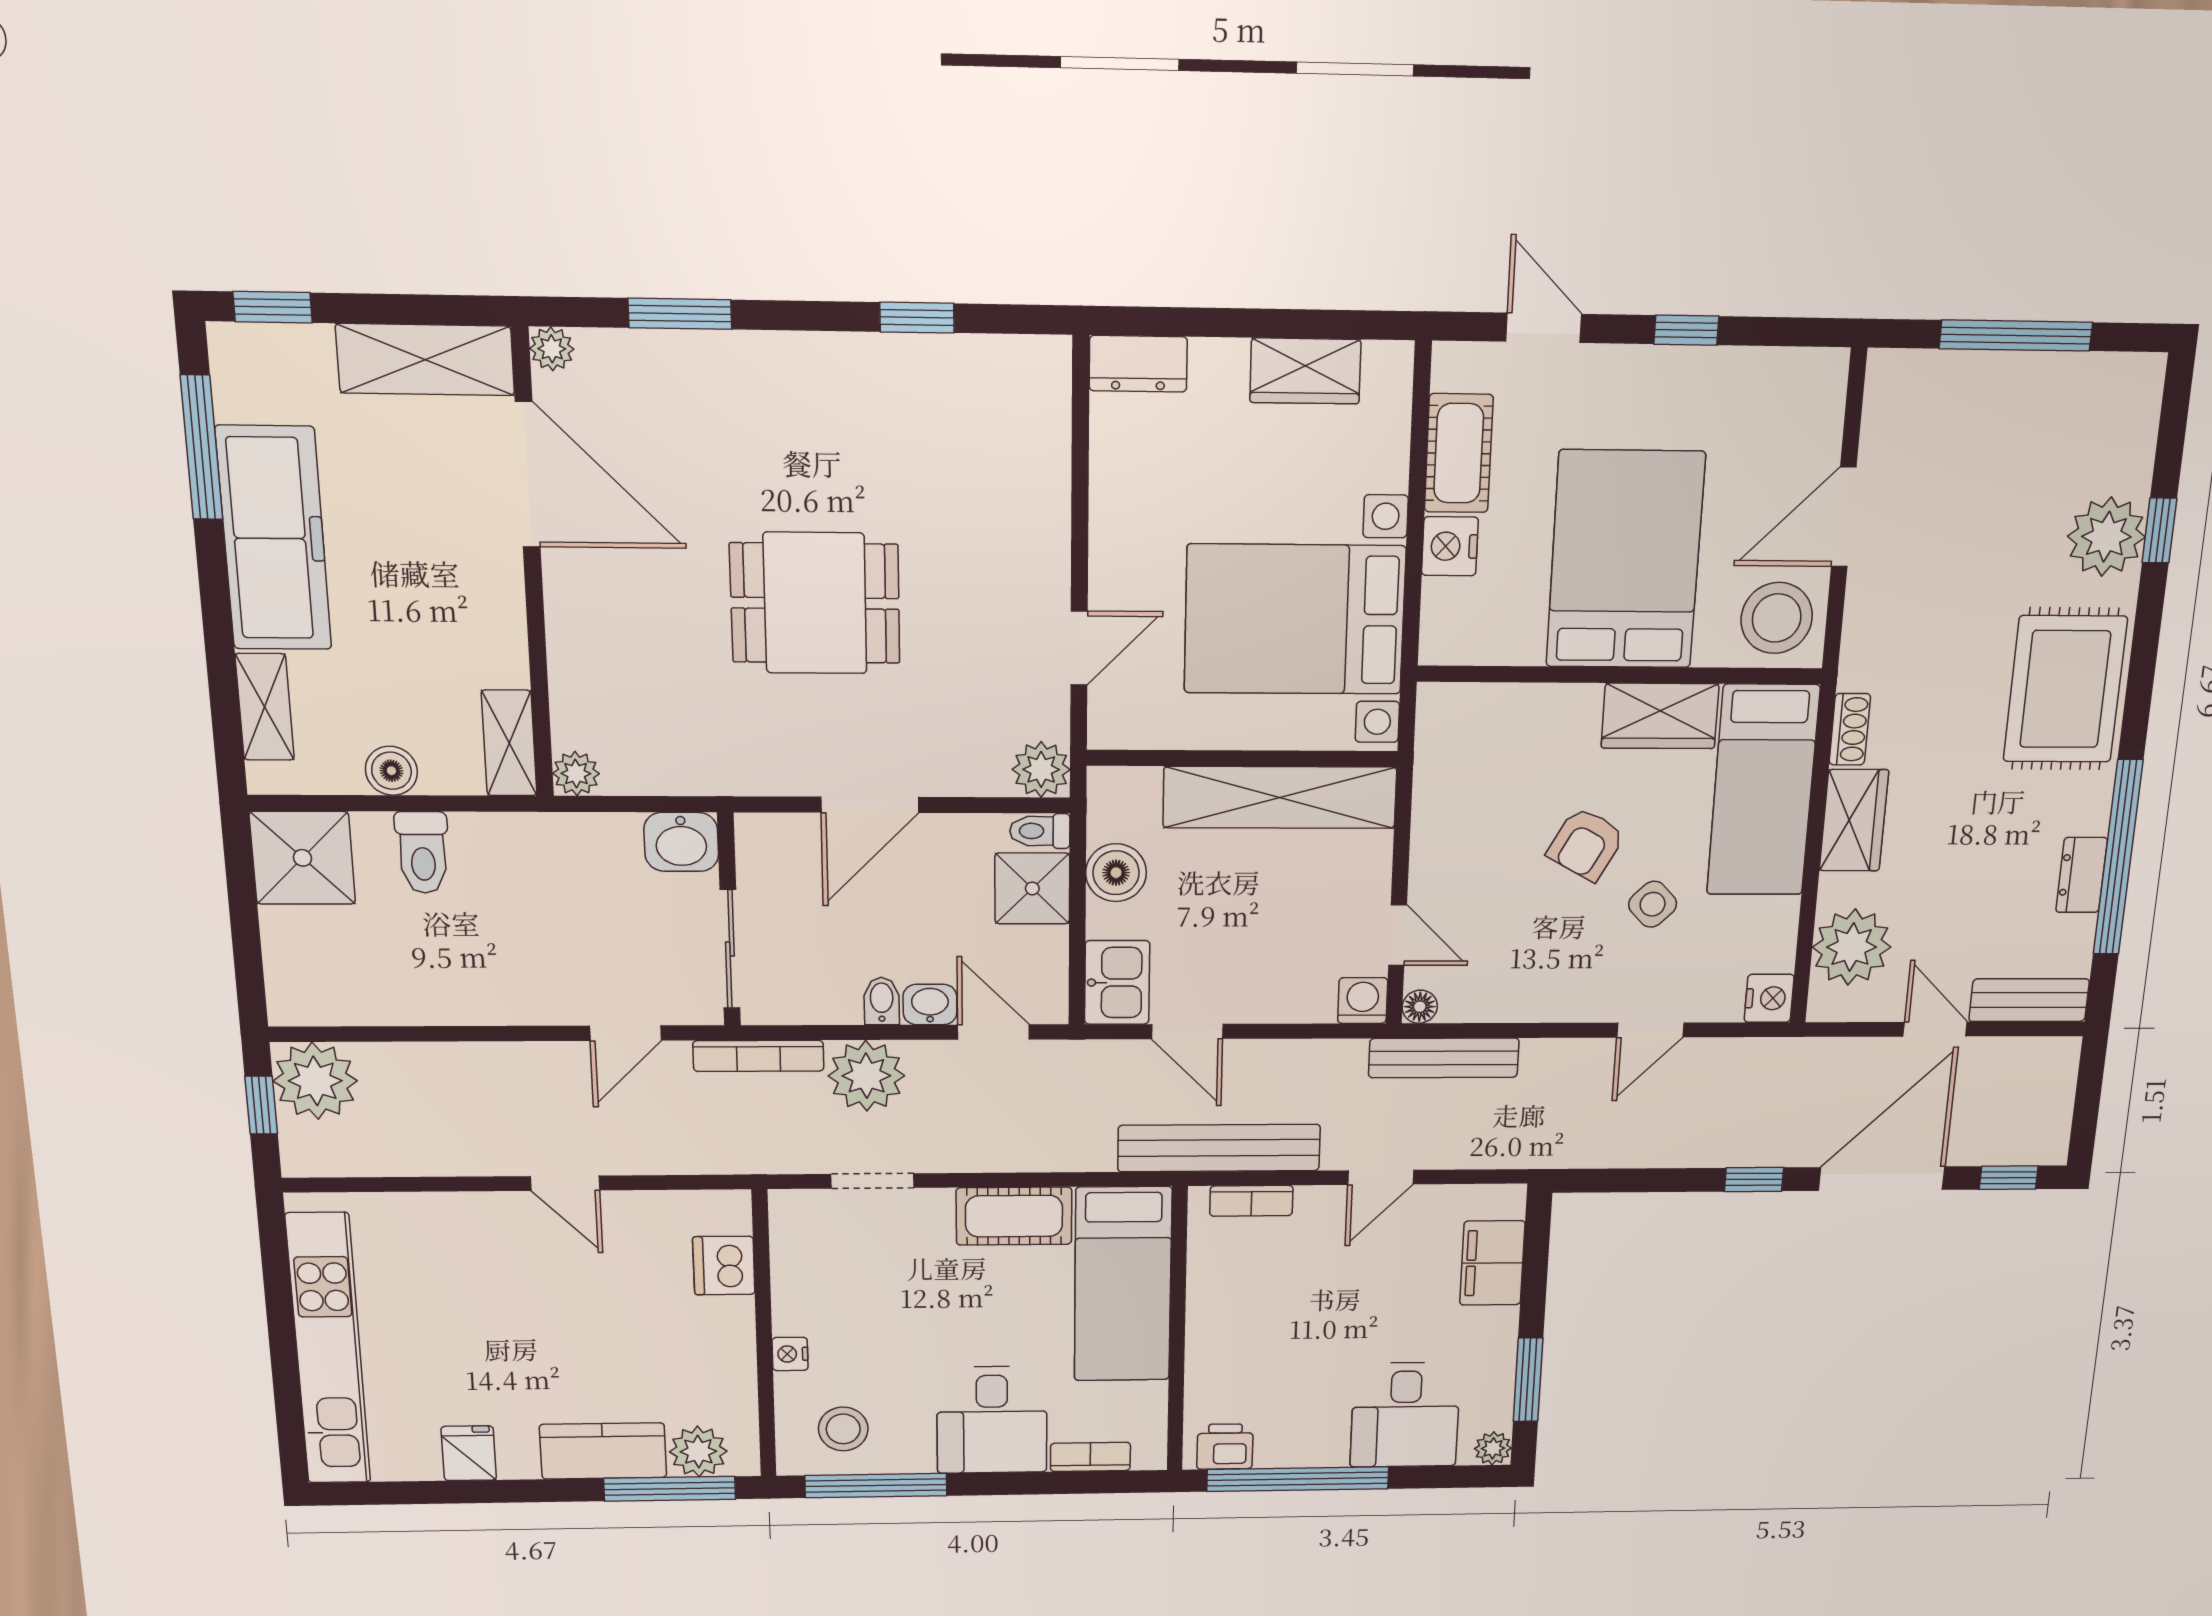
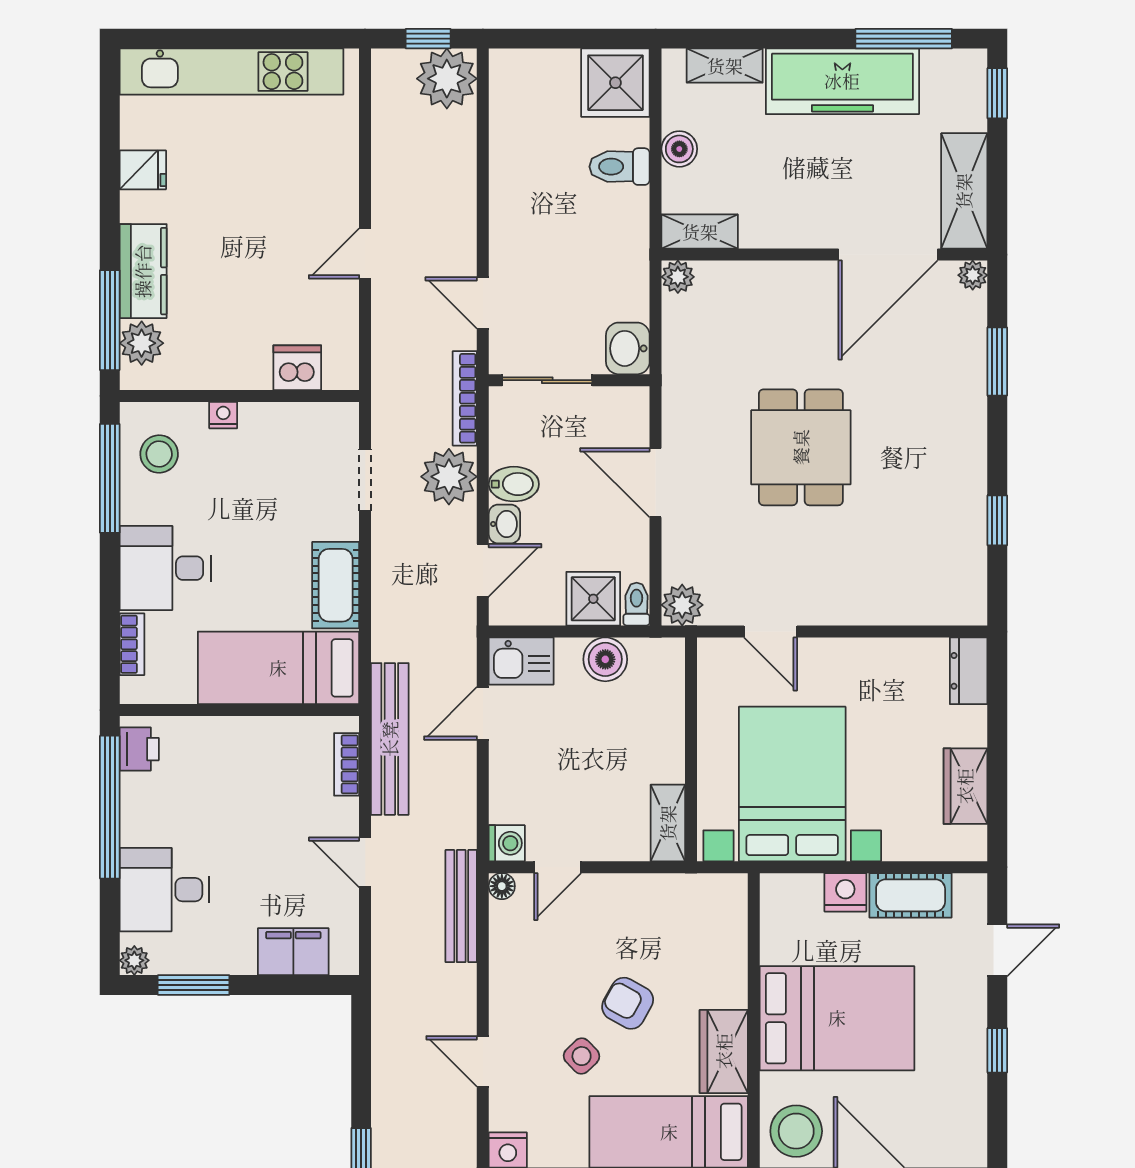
shelving: (1280, 797) -> (668, 823), width x0.45, depth x0.75
bidet: (882, 1001) -> (514, 484), width x1.38, depth x1.36

